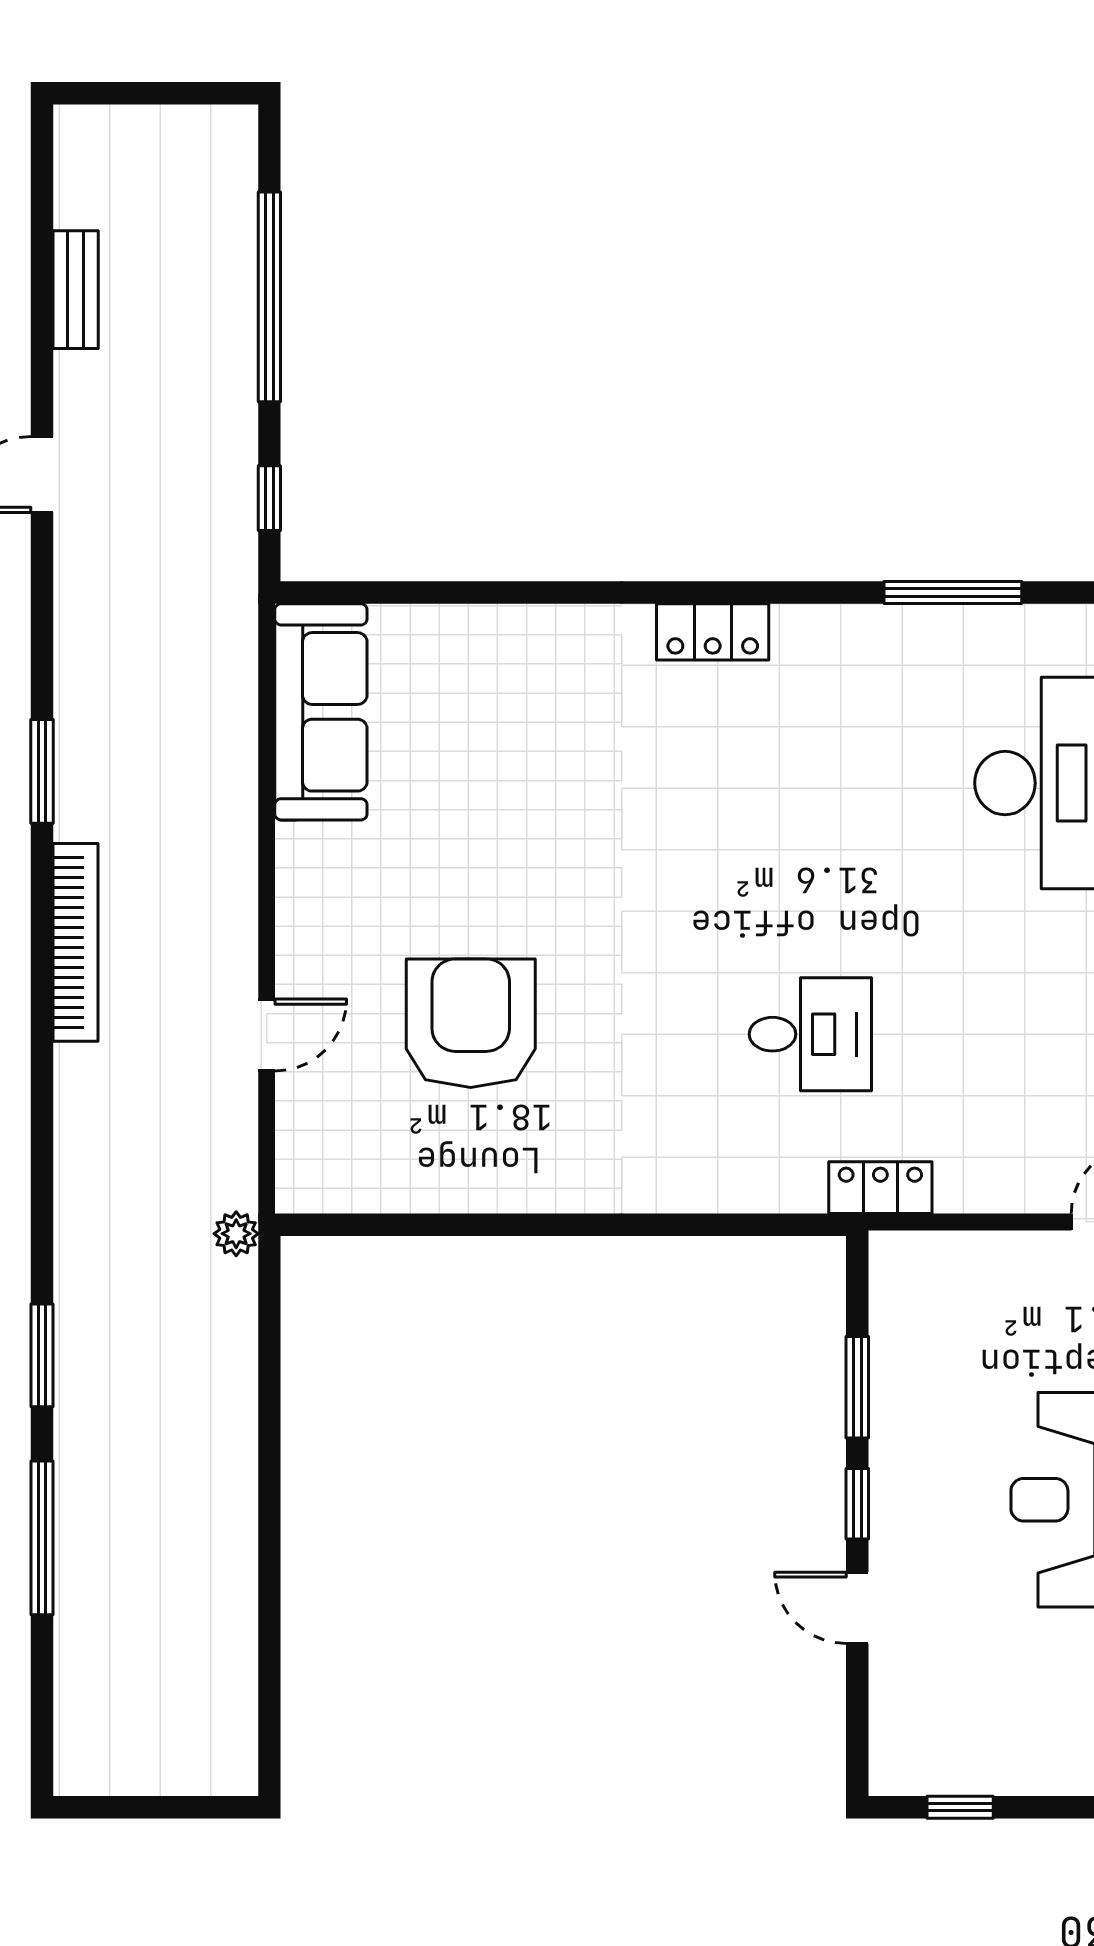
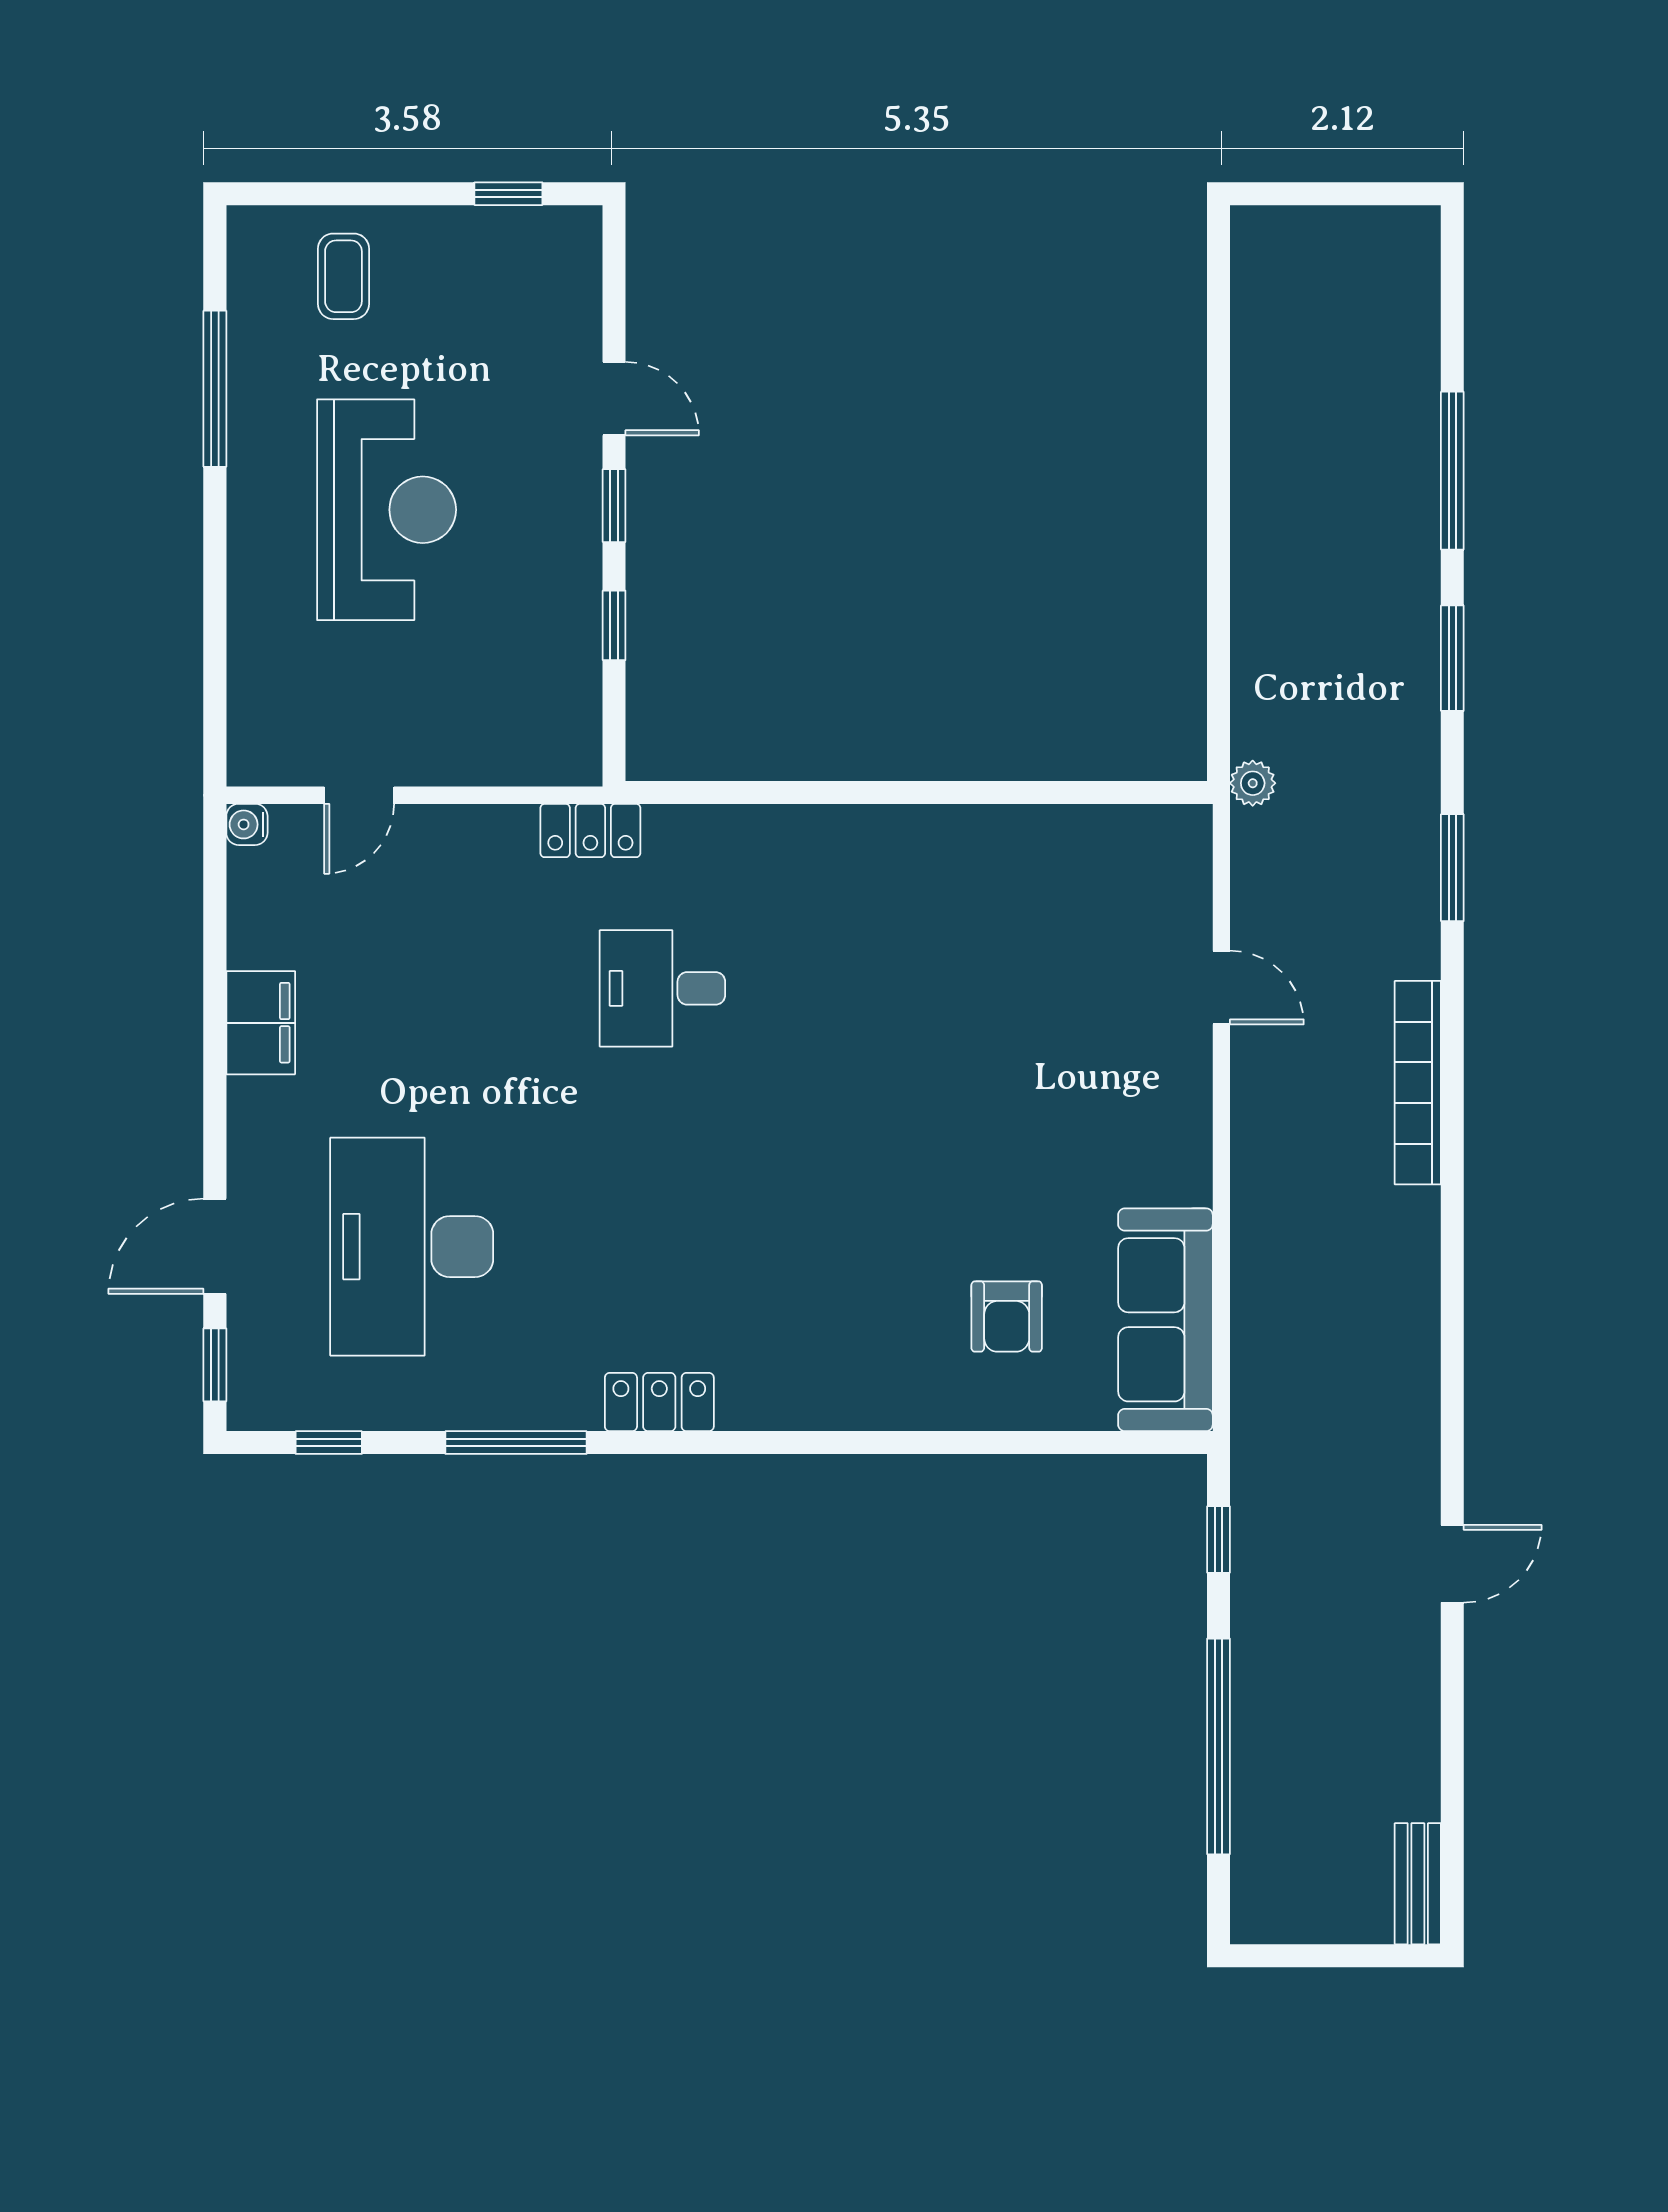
bench: (76, 290) -> (1418, 1884), moved
locker: (713, 632) -> (659, 1402), moved
window: (42, 771) -> (1452, 868), moved
armchair: (471, 1023) -> (1007, 1317), moved, width x0.53, depth x0.53
door: (267, 1035) -> (1221, 988), swing flipped
window: (857, 1387) -> (614, 625), width x0.67

